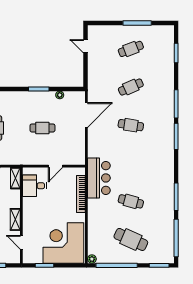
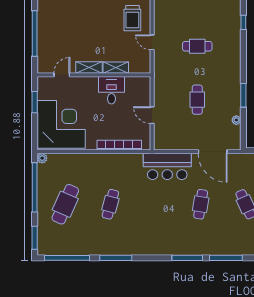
shelving: (15, 178) -> (116, 68), moved
bar counter: (99, 178) -> (167, 166), moved
desk: (34, 186) -> (111, 90), moved

